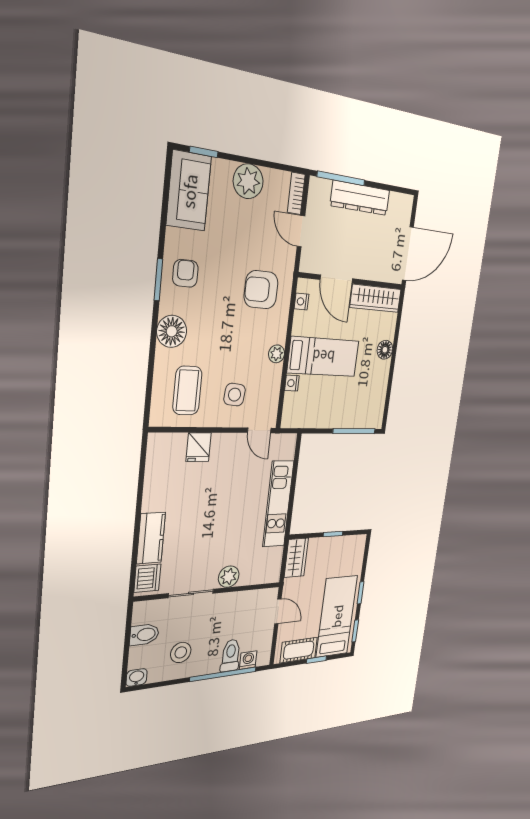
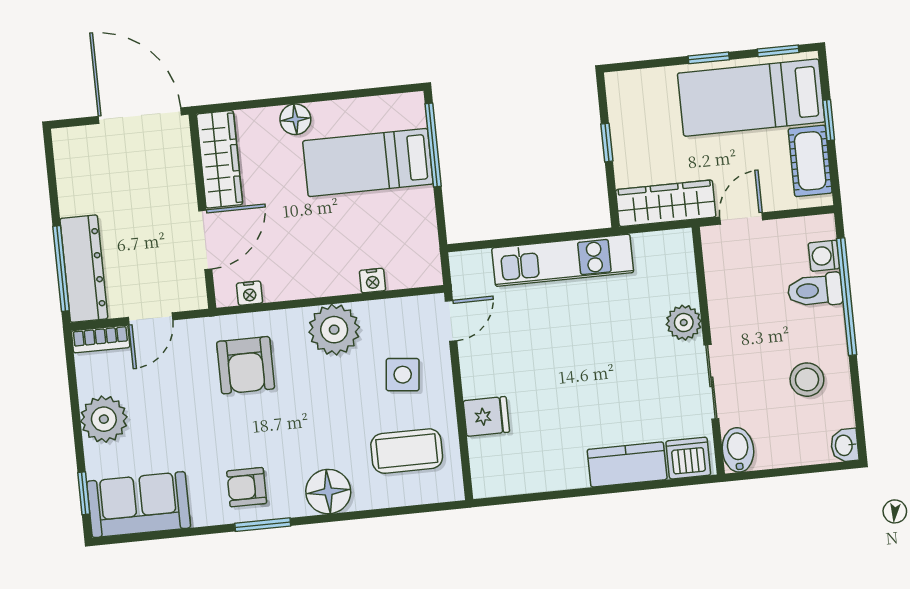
dresser: (360, 198) -> (84, 269), moved
plant: (277, 354) -> (334, 330), width x1.88, depth x1.88
bed: (323, 357) -> (368, 162), moved, turned -90
wardrobe: (296, 558) -> (666, 203), width x1.50
bidet: (144, 635) -> (738, 450), moved

